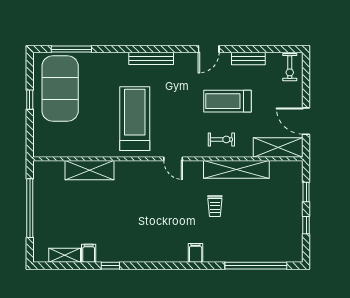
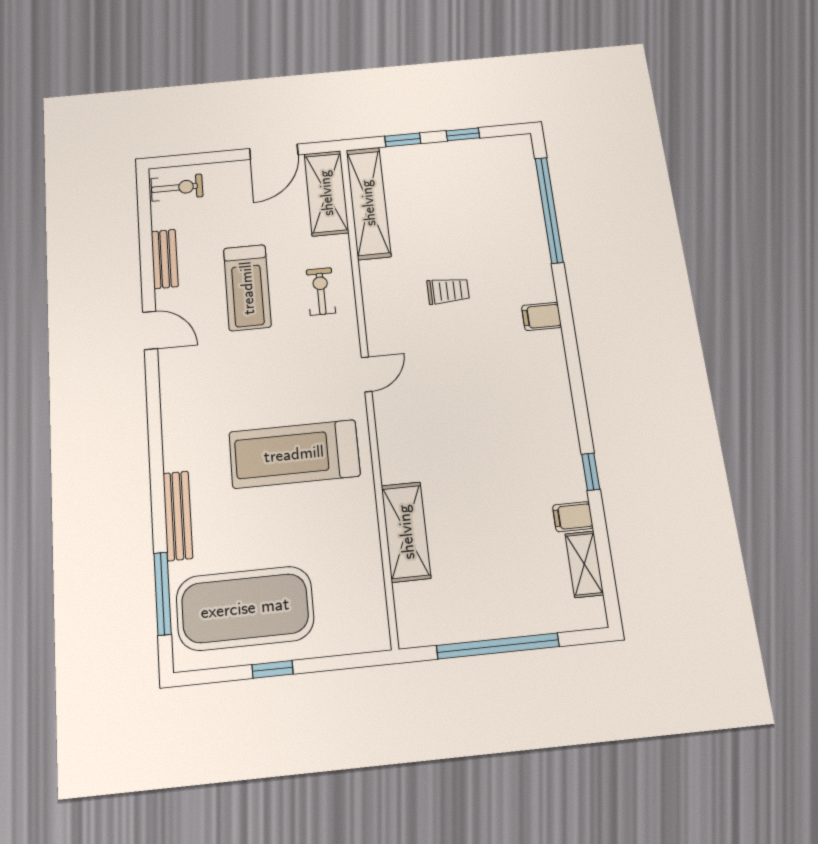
bench: (151, 58) -> (178, 516), moved
shelving: (236, 169) -> (368, 203), moved

